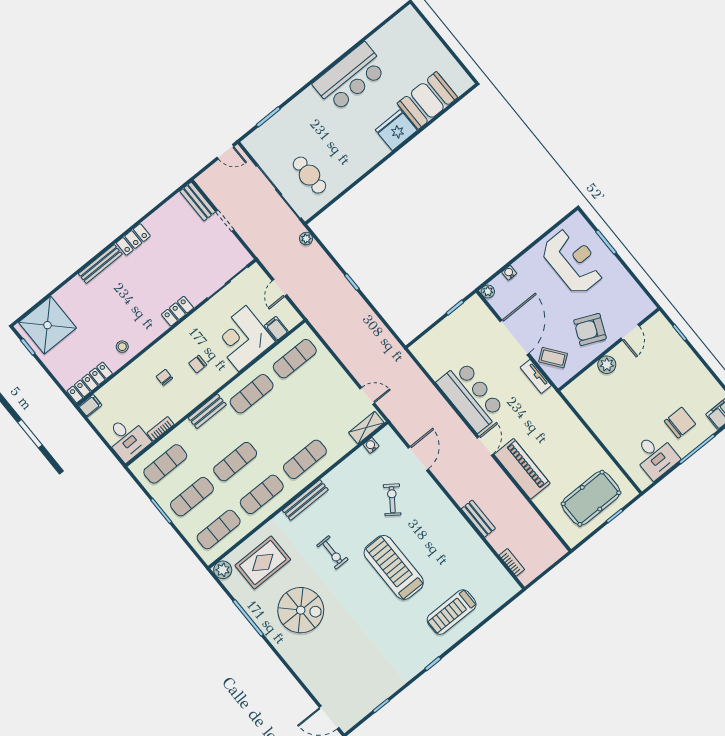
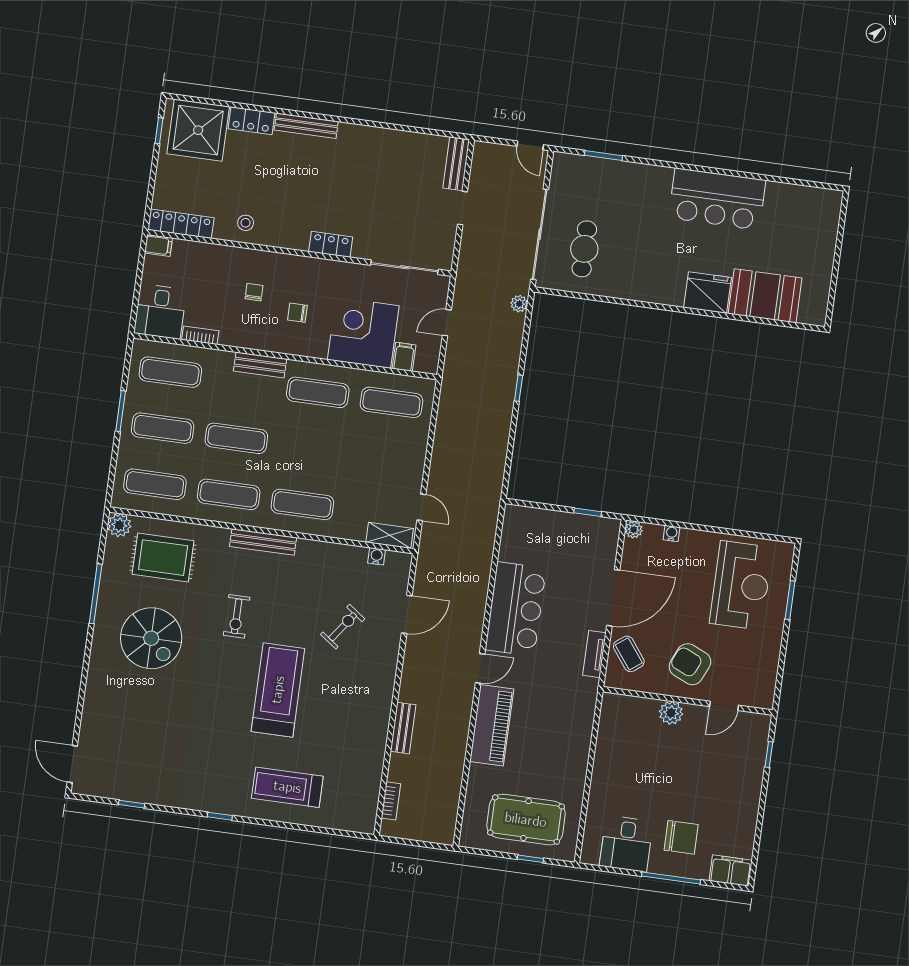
locker: (133, 239) -> (251, 121), moved

